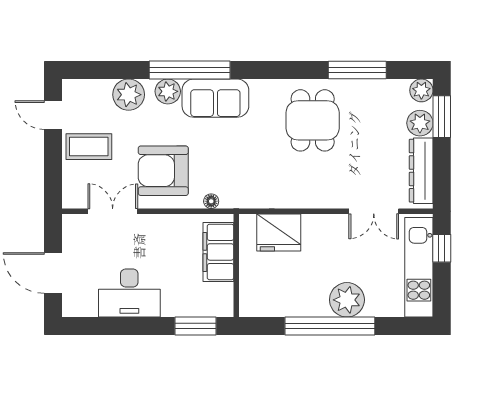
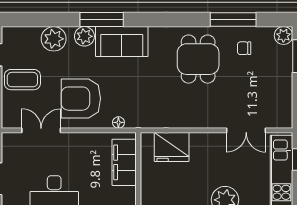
window: (190, 70) -> (102, 20), width x0.68
chair: (371, 107) -> (244, 48), added
plant: (420, 123) -> (282, 61), removed
dresser: (421, 171) -> (283, 99), removed

